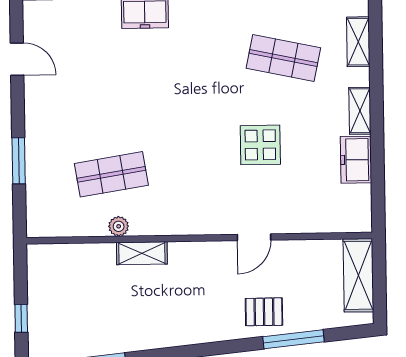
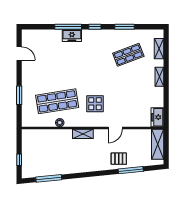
shop shelf: (283, 58) -> (128, 55), turned -33
display table: (260, 145) -> (95, 104), moved
freezer: (356, 160) -> (157, 117), moved
shop shelf: (111, 174) -> (57, 101), width x1.43, depth x1.36
shelving: (142, 253) -> (83, 134), moved

